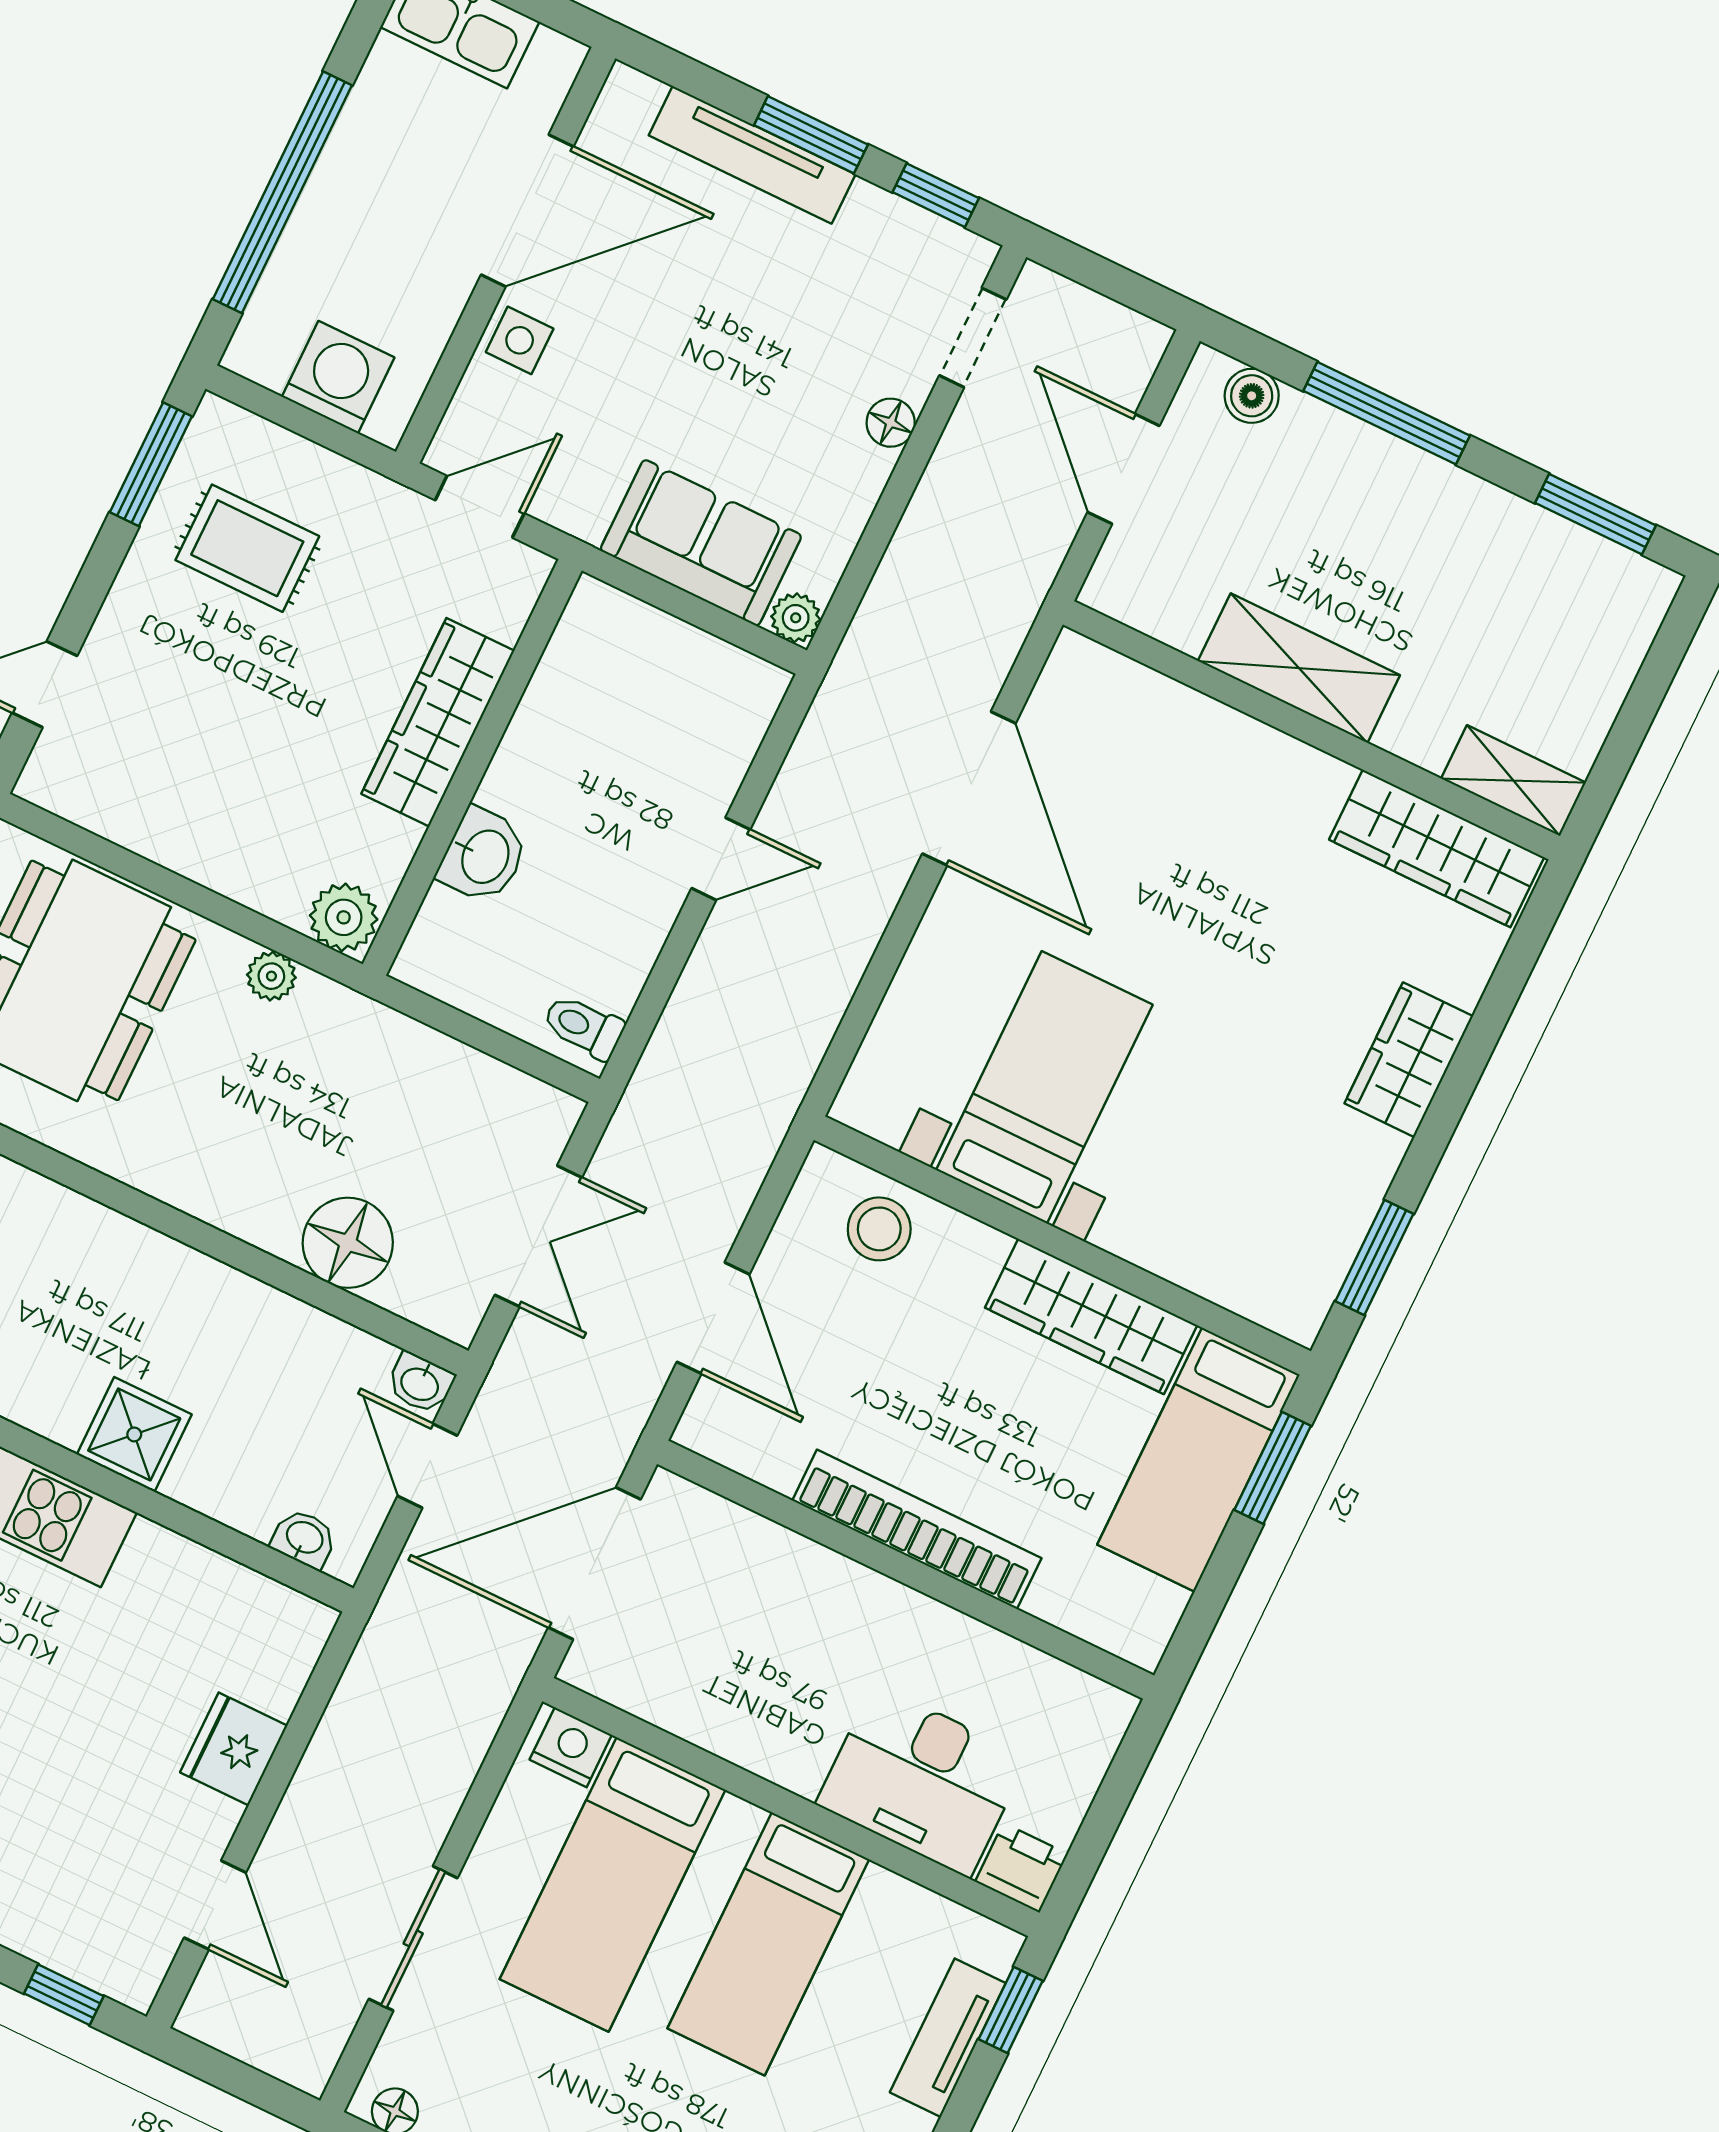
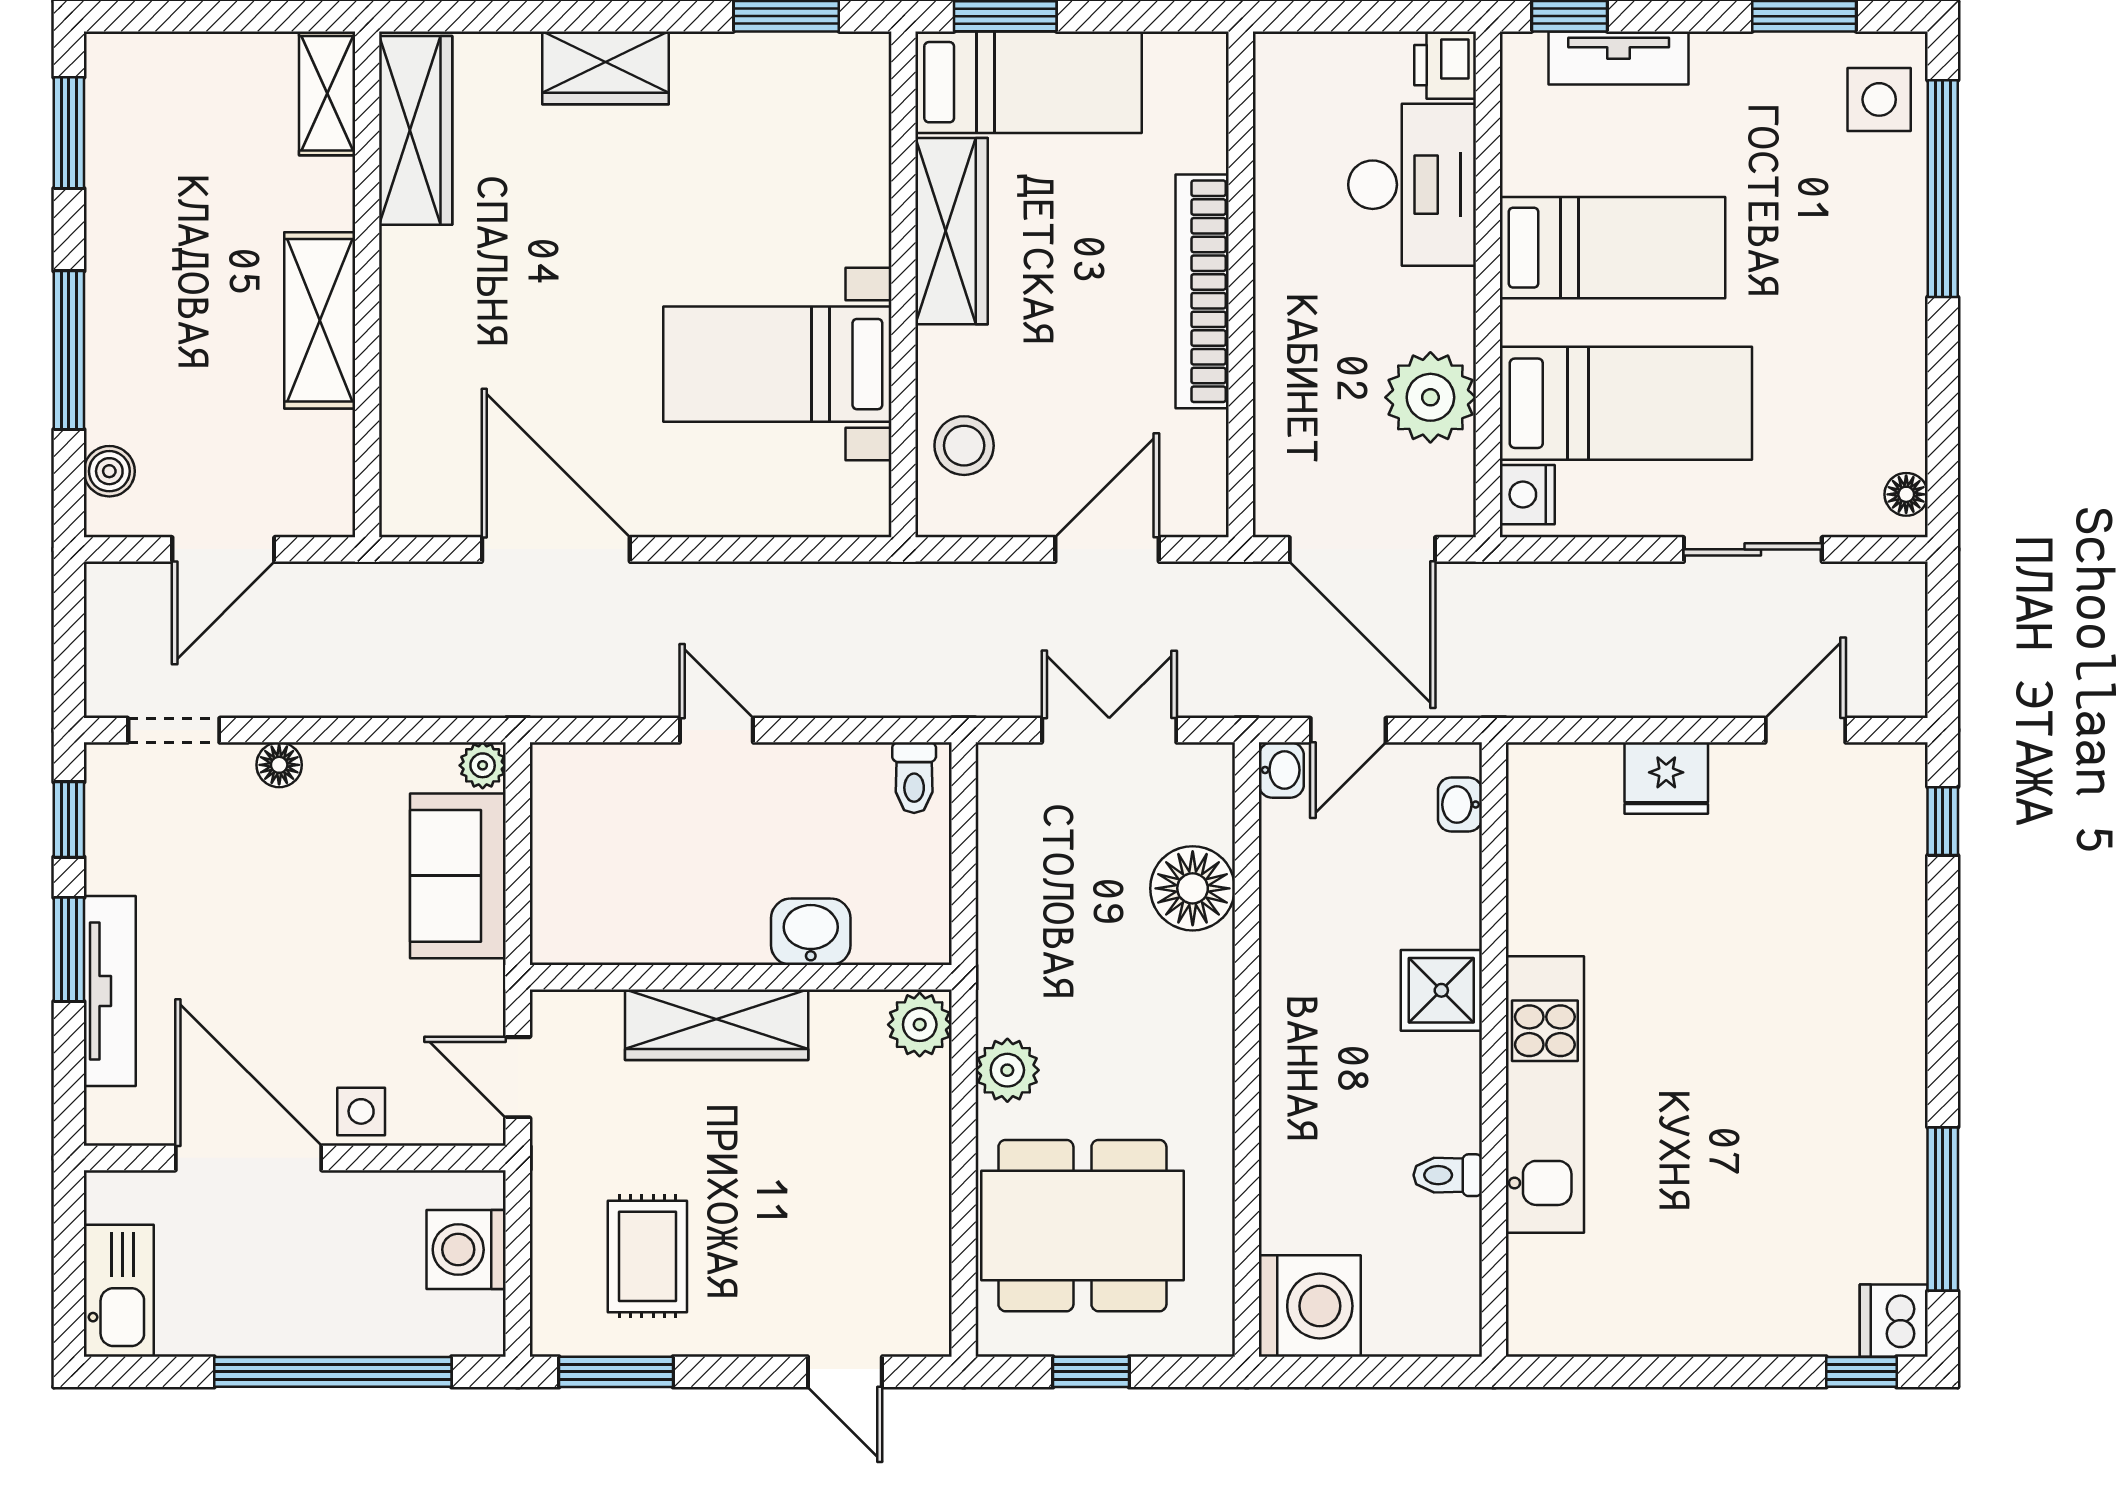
door: (969, 788) -> (556, 549), hinge flipped
plant: (271, 976) -> (1007, 1070), width x1.38, depth x1.38
plant: (709, 1699) -> (1430, 397), added

